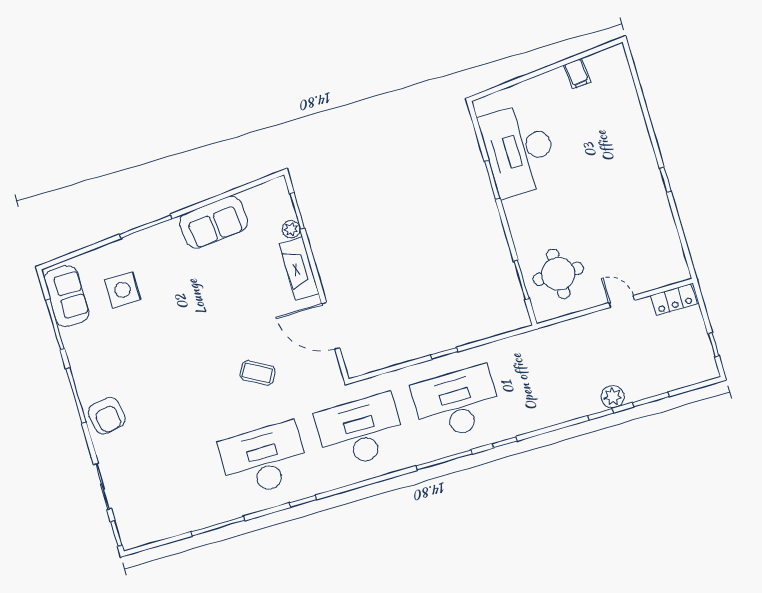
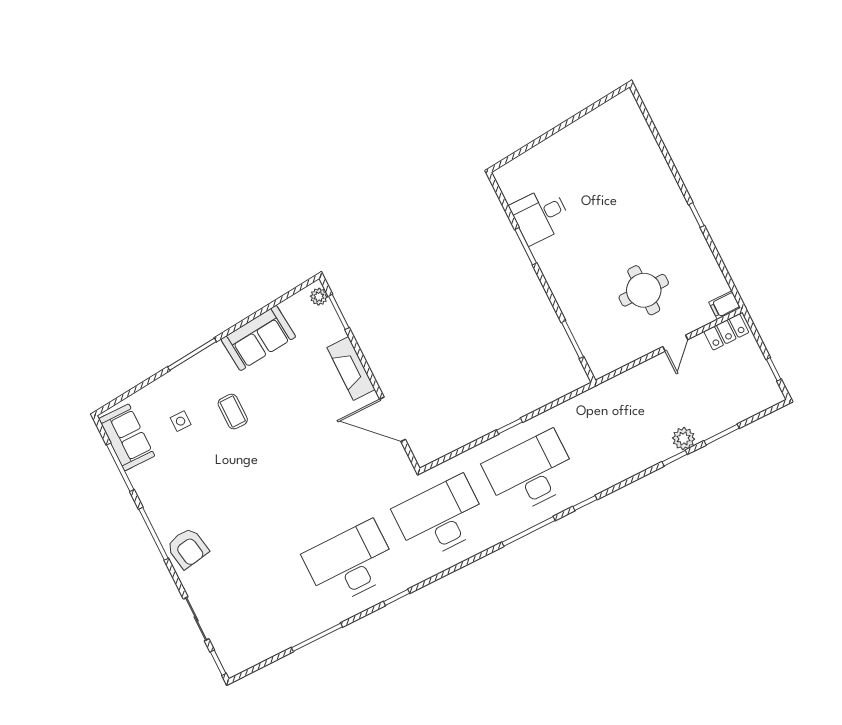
filing cabinet: (577, 74) -> (725, 305), moved, turned 95
desk: (519, 150) -> (540, 215), width x0.53, depth x0.77
plant: (291, 229) -> (319, 297), moved
round table: (558, 274) -> (644, 290), moved
side table: (122, 290) -> (181, 421), width x0.54, depth x0.54
door: (622, 302) -> (675, 343), swing flipped
coffee table: (258, 373) -> (233, 412), moved, turned 61

